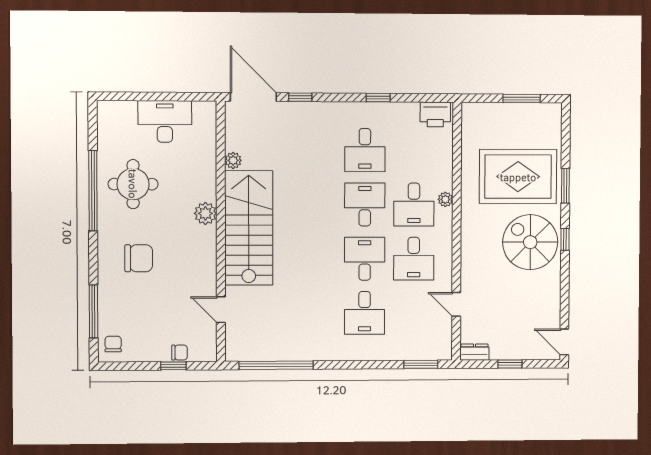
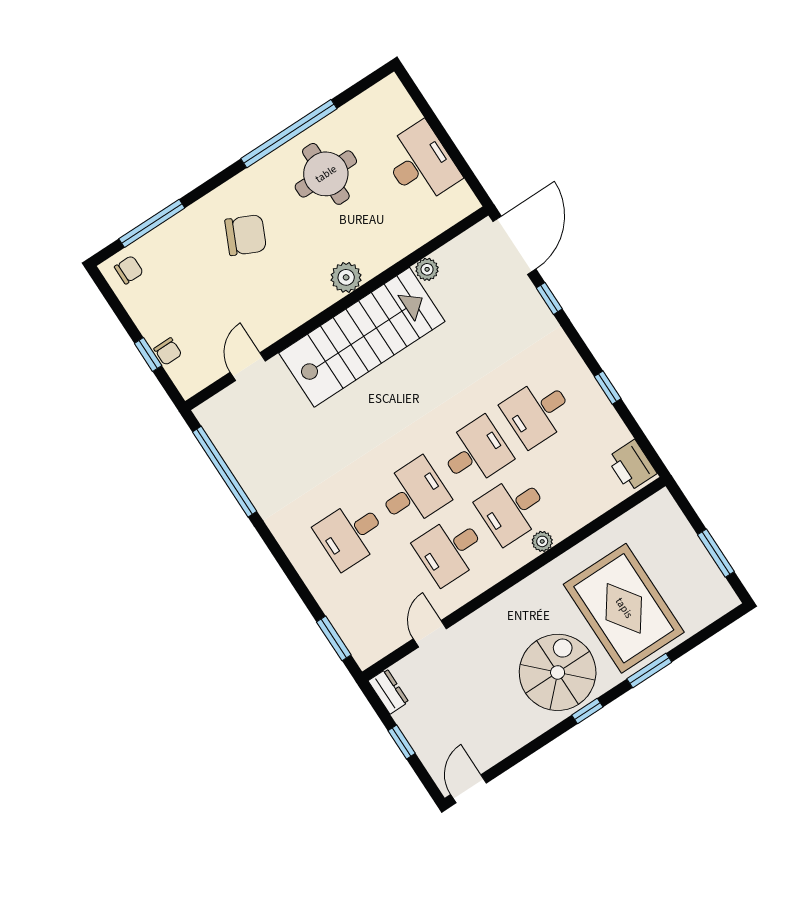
chair: (139, 258) -> (246, 235), turned -65

